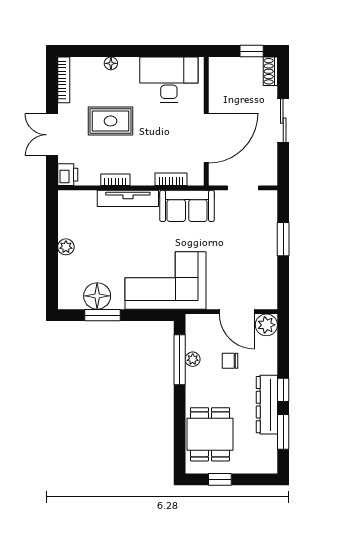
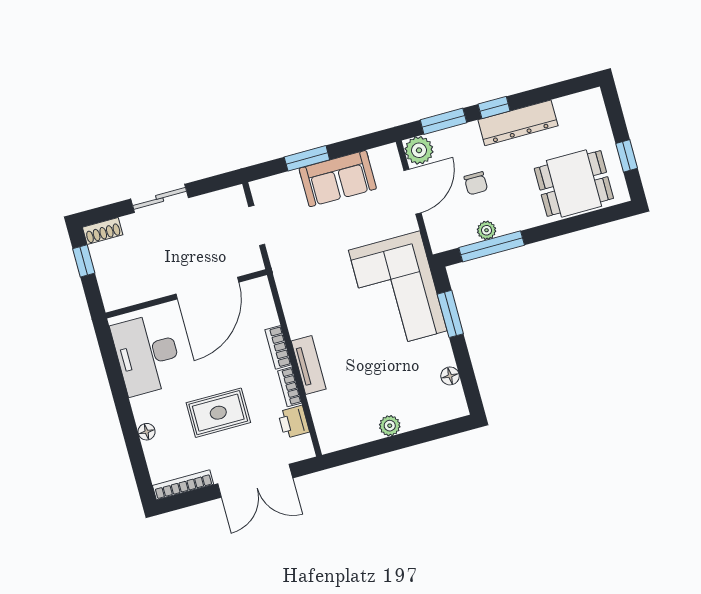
rug: (111, 121) -> (218, 413), turned 90
double door: (52, 135) -> (255, 481), width x1.37
door: (206, 138) -> (207, 288), swing flipped
printer: (68, 175) -> (294, 422), moved, turned -90
bookcase: (171, 179) -> (278, 347), moved
tv unit: (128, 198) -> (309, 365), width x0.71
sofa: (187, 206) -> (338, 179), moved, turned 90
floor lamp: (97, 296) -> (450, 376), width x0.53, depth x0.53
window: (103, 315) -> (450, 314), moved
window: (283, 432) -> (443, 121), moved

